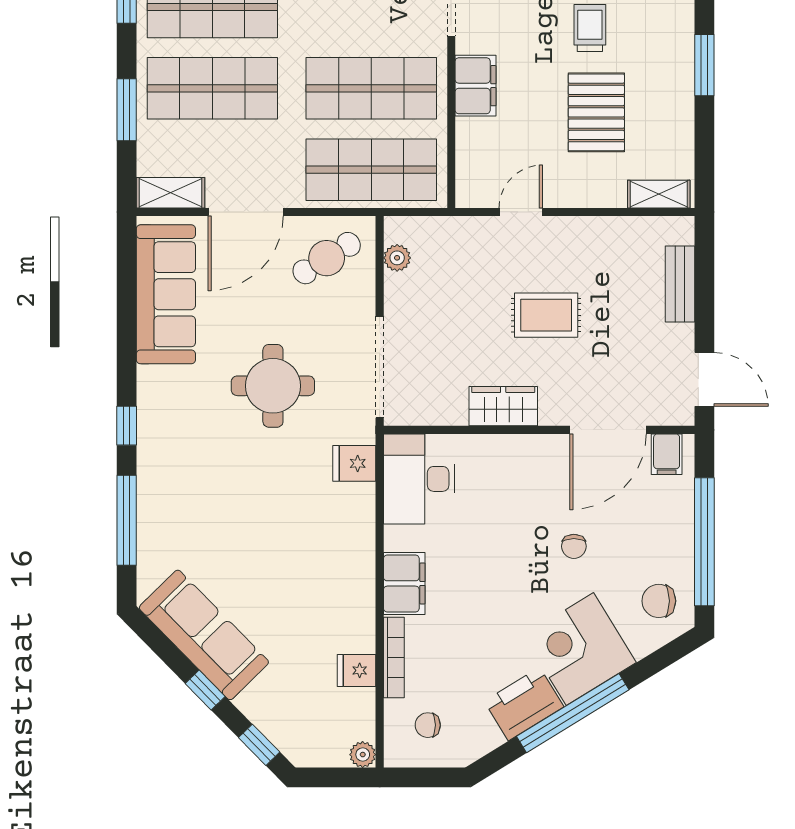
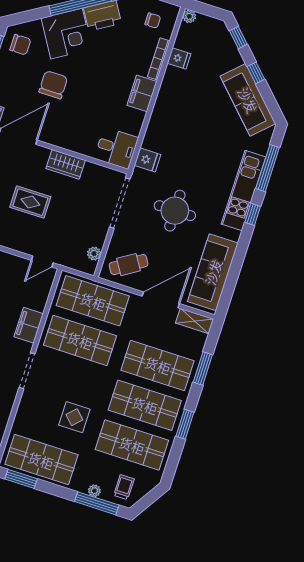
door: (521, 212) -> (42, 262), moved
kitchen unit: (158, 464) -> (244, 190), added
desk: (419, 479) -> (116, 148), width x0.73
chair: (574, 546) -> (53, 85), width x1.87, depth x1.87

